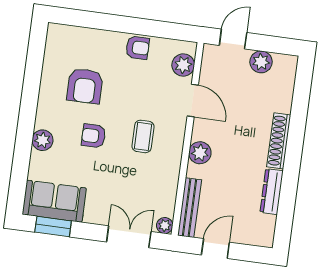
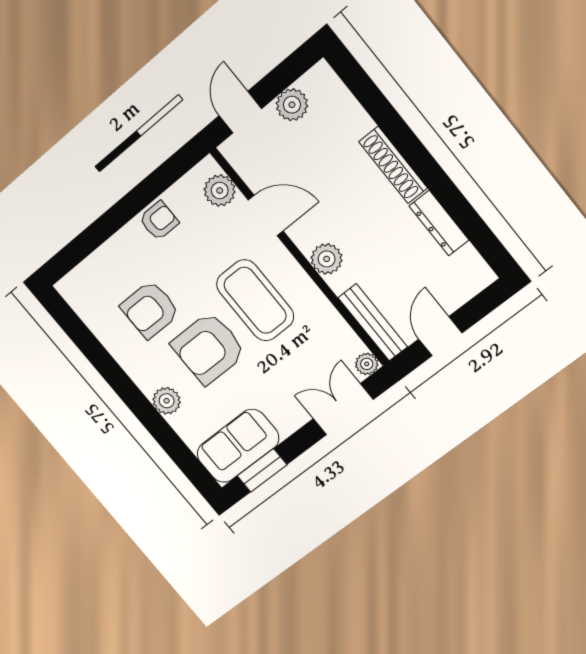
armchair: (85, 86) -> (150, 310), turned 90
armchair: (94, 136) -> (209, 348), width x1.88, depth x1.88
coffee table: (143, 136) -> (255, 300), width x1.86, depth x1.72

